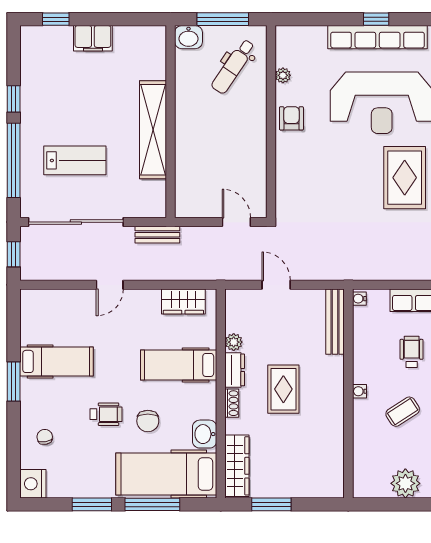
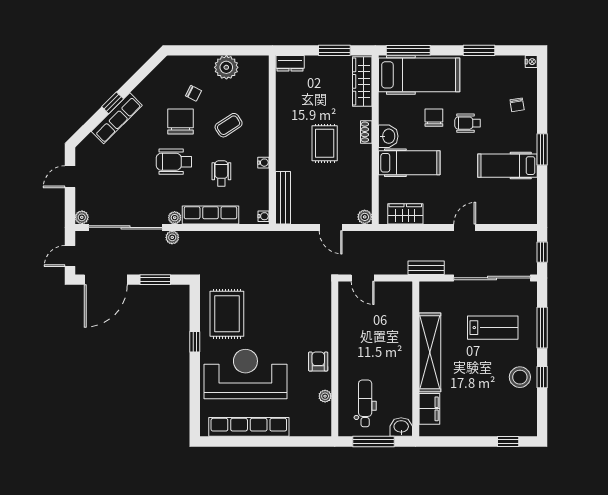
window: (376, 19) -> (250, 441), removed
filing cabinet: (93, 38) -> (429, 409), moved, turned 90
dental chair: (233, 66) -> (365, 403), turned -34
stool: (41, 99) -> (520, 377), added
armchair: (291, 118) -> (318, 362), turned 180
window: (14, 160) -> (542, 328), width x0.68
lab bench: (75, 160) -> (493, 328), turned 180
plant: (234, 342) -> (365, 217), moved
wheelchair: (412, 352) -> (221, 173), turned 180
dresser: (235, 370) -> (290, 63), moved, turned -90
water cooler: (359, 391) -> (263, 163), moved
washbasin: (205, 434) -> (388, 136), moved
nightstand: (33, 484) -> (531, 62), width x0.53, depth x0.56
window: (152, 504) -> (408, 50), moved

